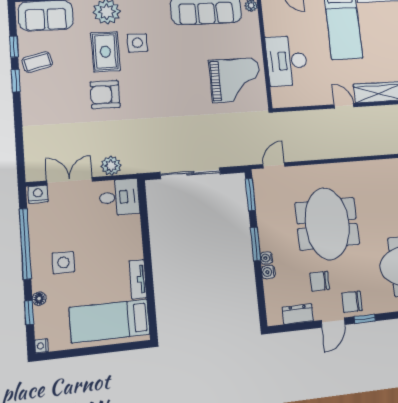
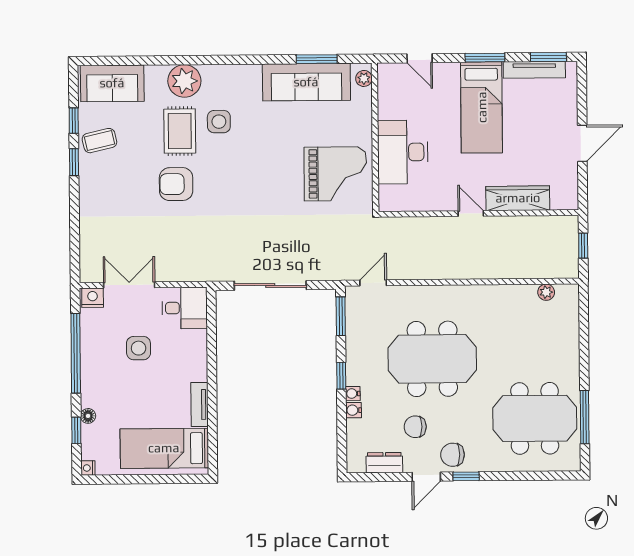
plant: (111, 166) -> (178, 270), removed
meeting table: (327, 224) -> (432, 359), turned 90
window: (255, 244) -> (341, 376), width x0.67
side table: (63, 262) -> (139, 348), moved

